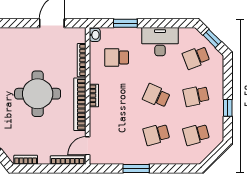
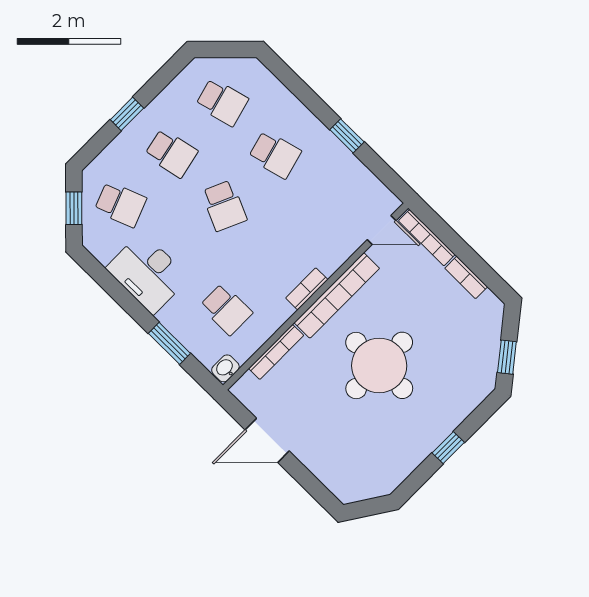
window: (228, 108) -> (127, 114), moved
bookcase: (26, 160) -> (466, 277), moved
window: (136, 169) -> (347, 136), width x0.67

